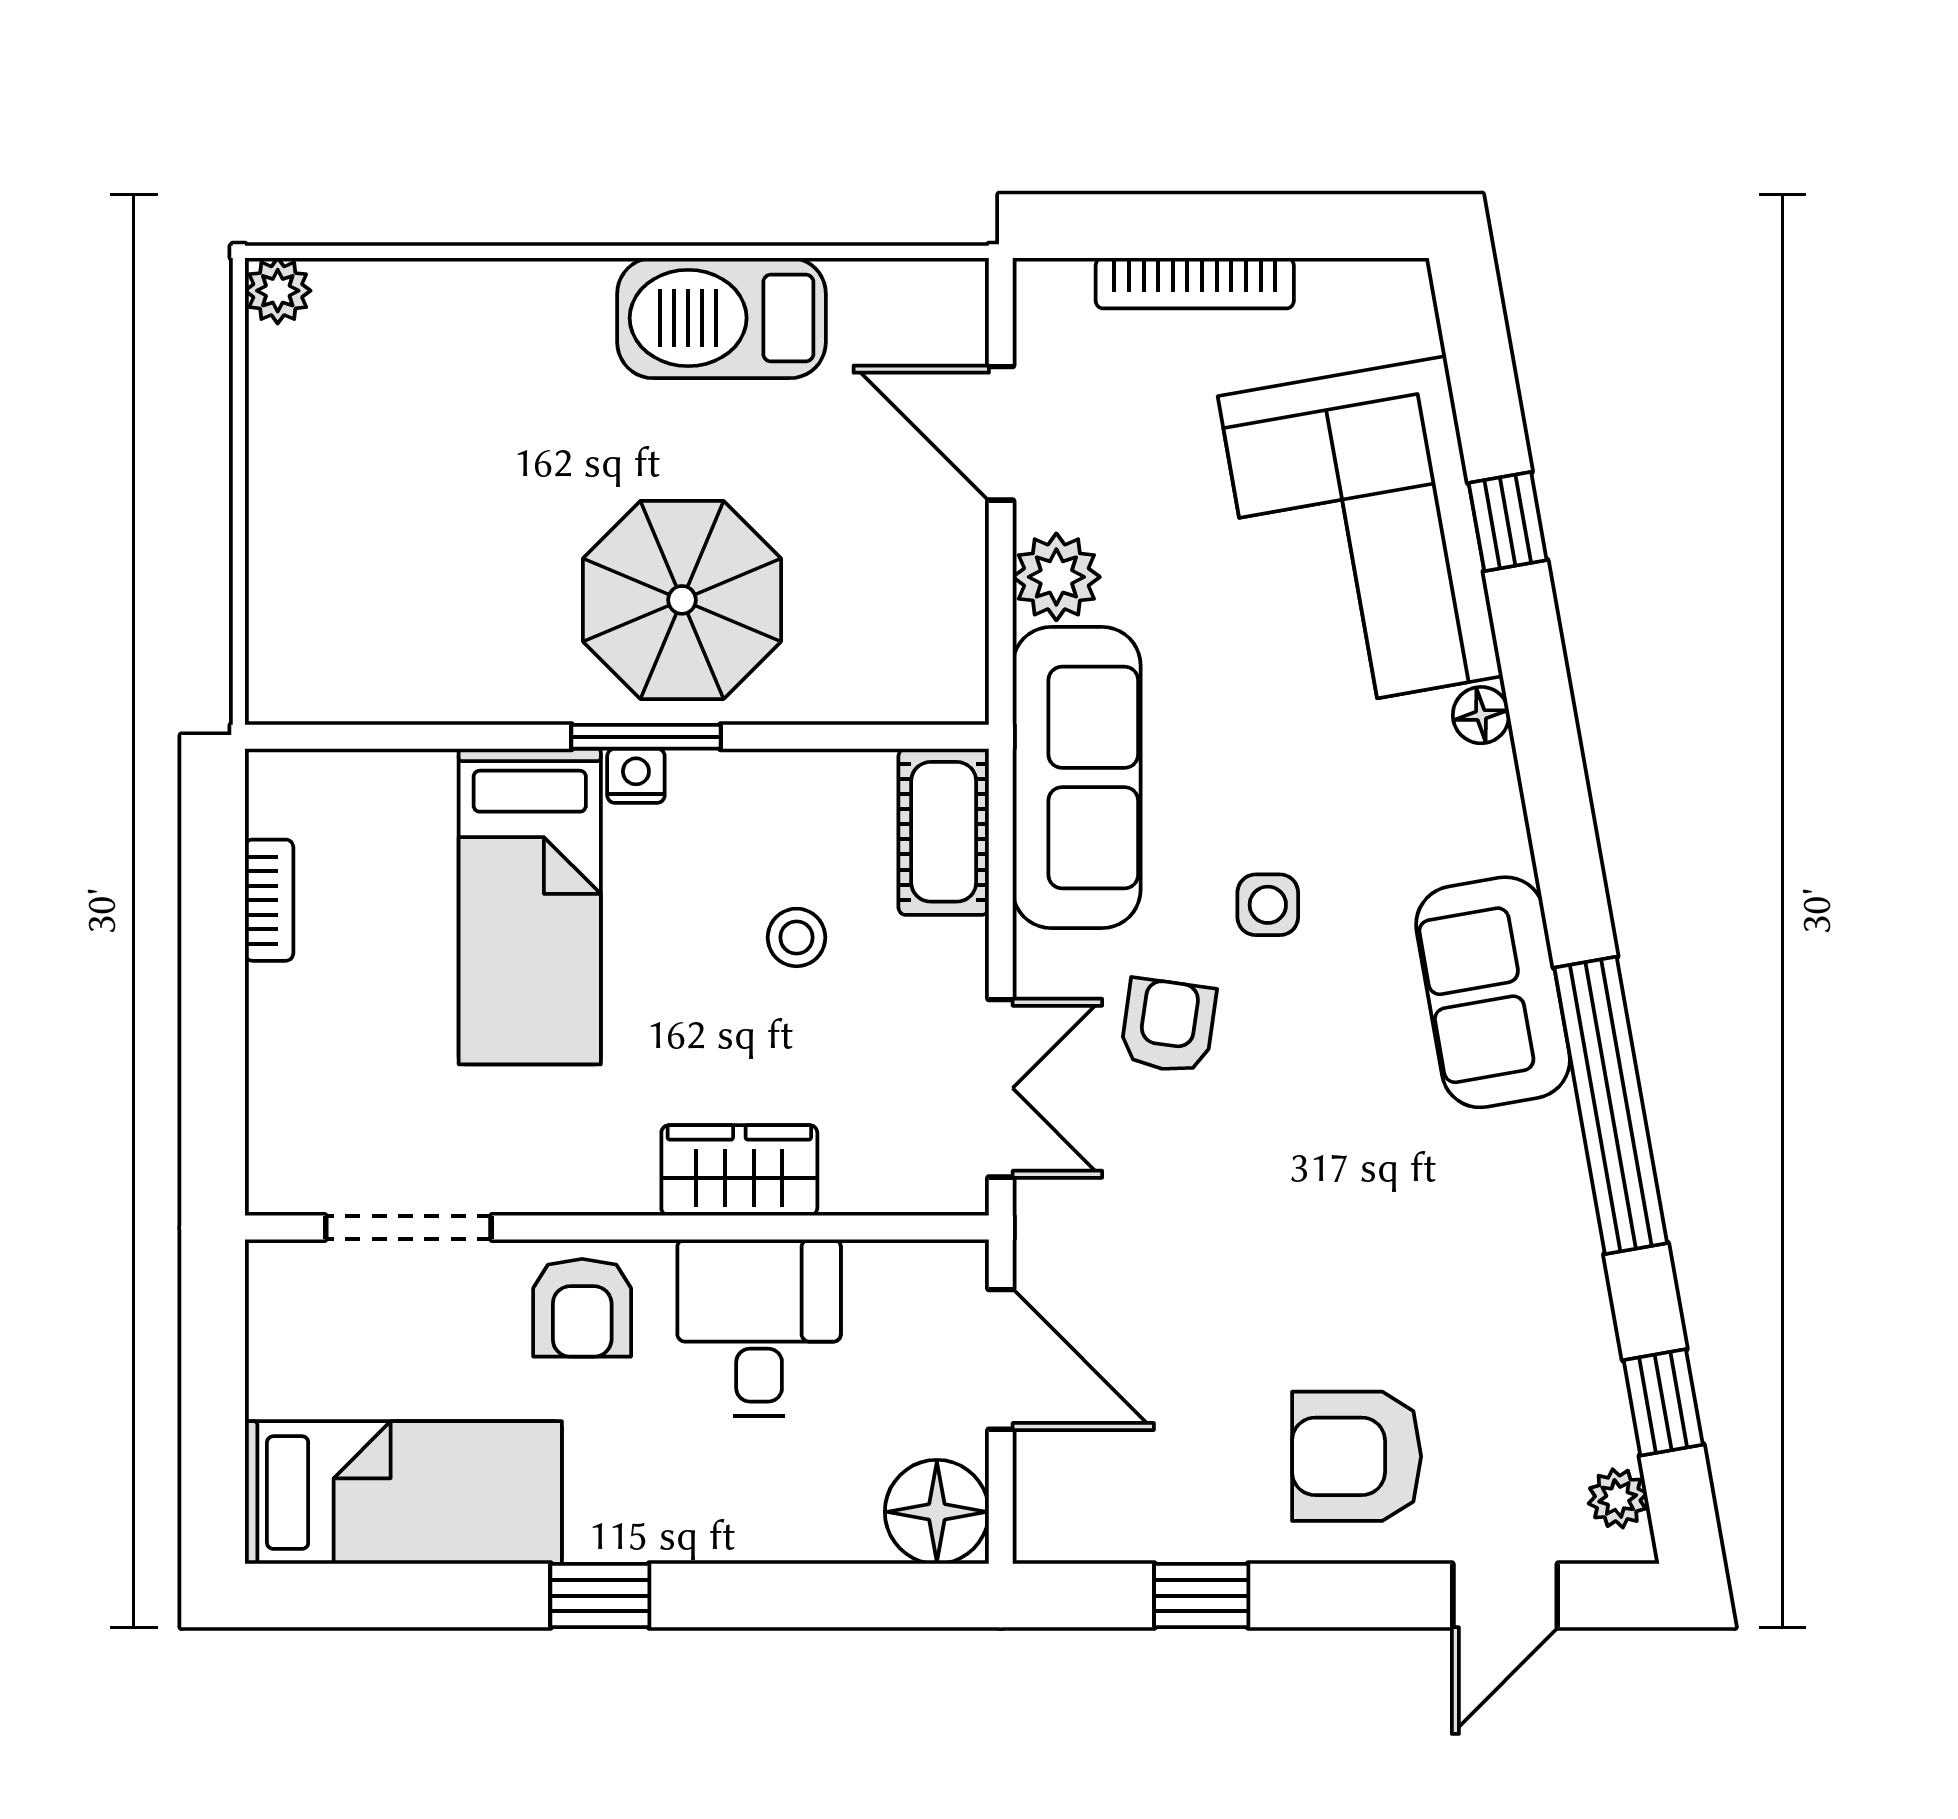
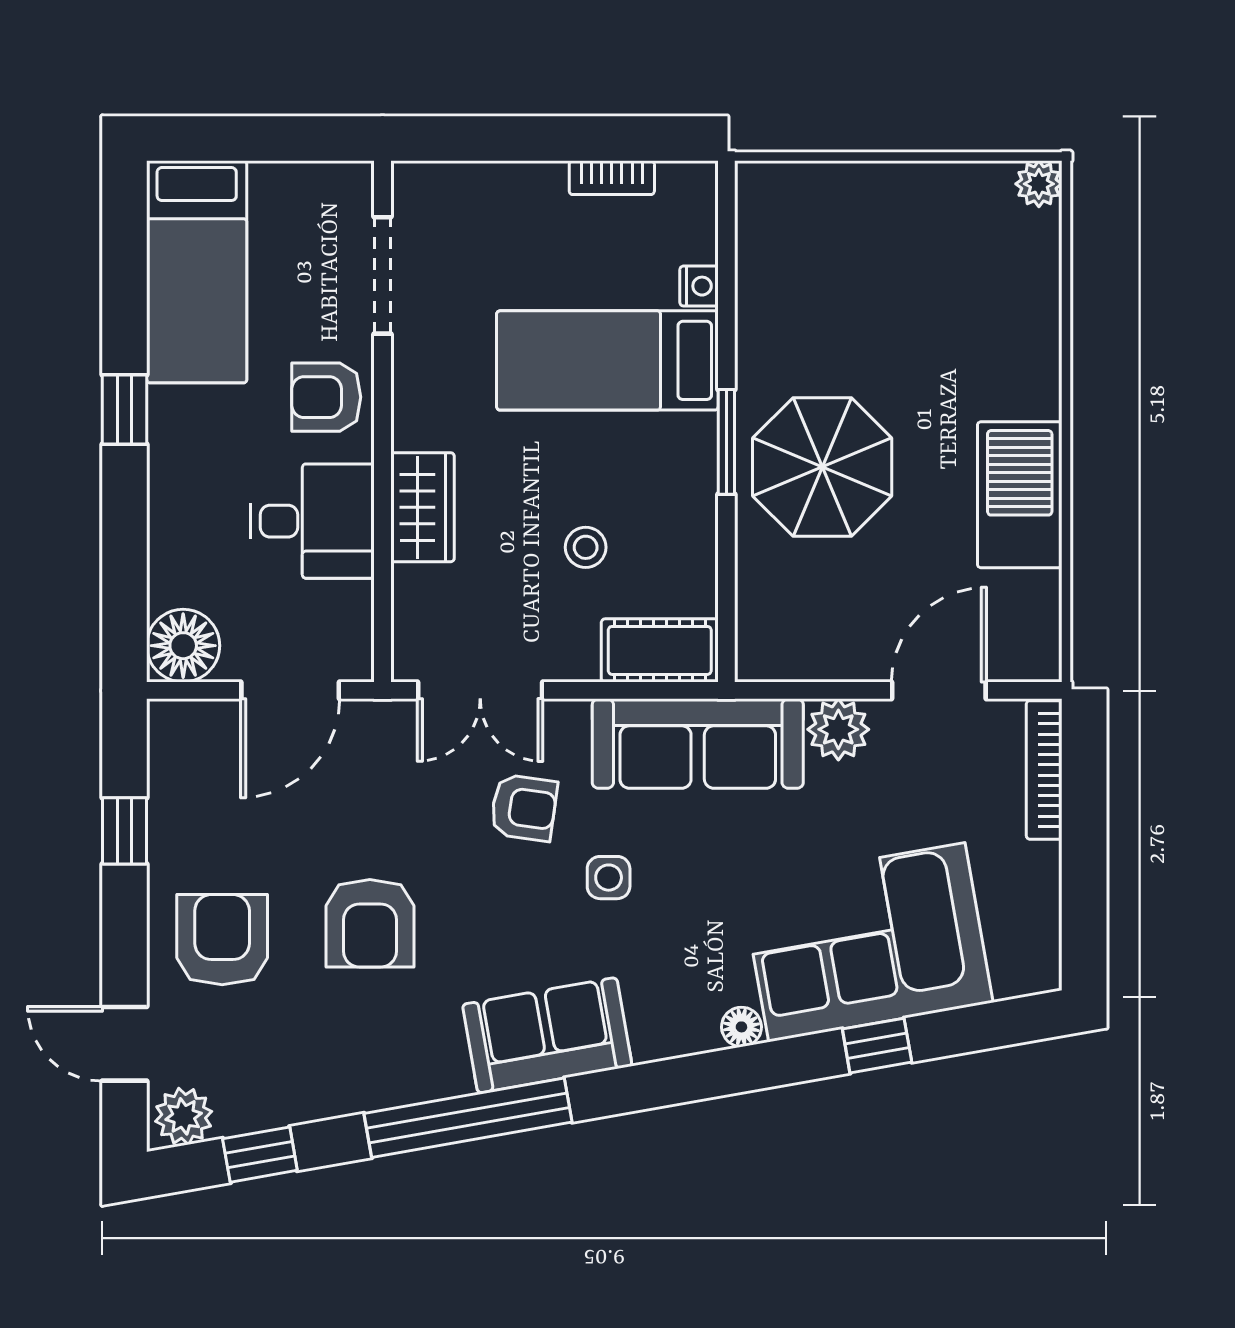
bookcase: (1195, 283) -> (1044, 770), moved
nightstand: (636, 776) -> (699, 286), moved
armchair: (1333, 1245) -> (370, 923), added
plant: (1618, 1498) -> (184, 1116), width x1.38, depth x1.38

